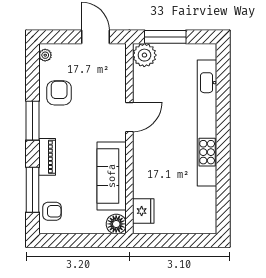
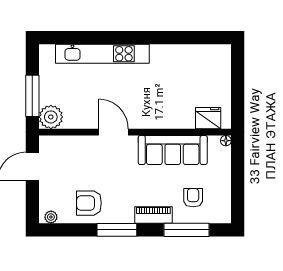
kitchen unit: (207, 123) -> (102, 54), width x0.73
armchair: (52, 211) -> (193, 198), moved
floor lamp: (116, 224) -> (226, 141), width x0.53, depth x0.53

